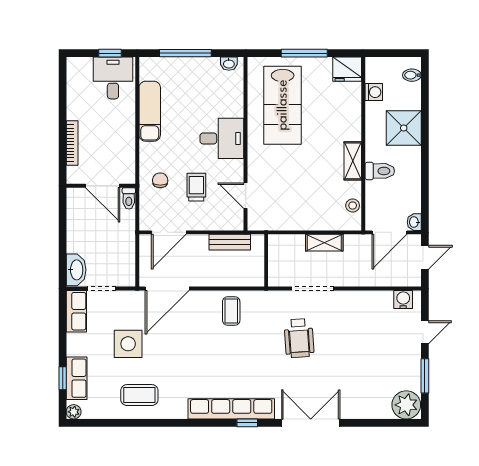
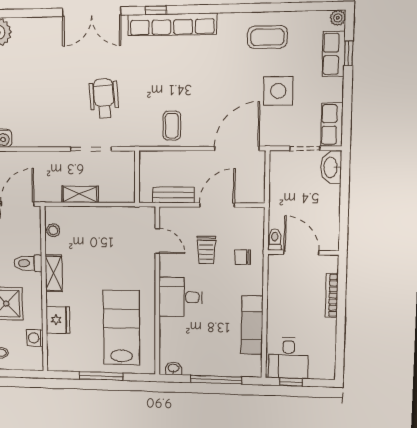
fridge: (347, 69) -> (58, 320), moved, turned 90
chair: (160, 180) -> (243, 257), turned 90
door: (169, 232) -> (217, 205), moved

